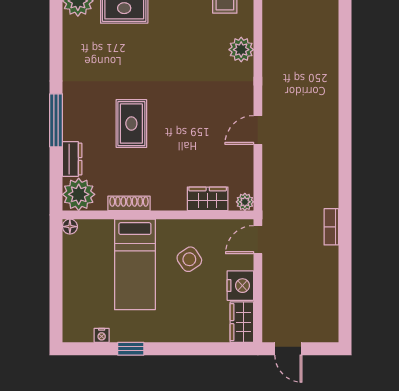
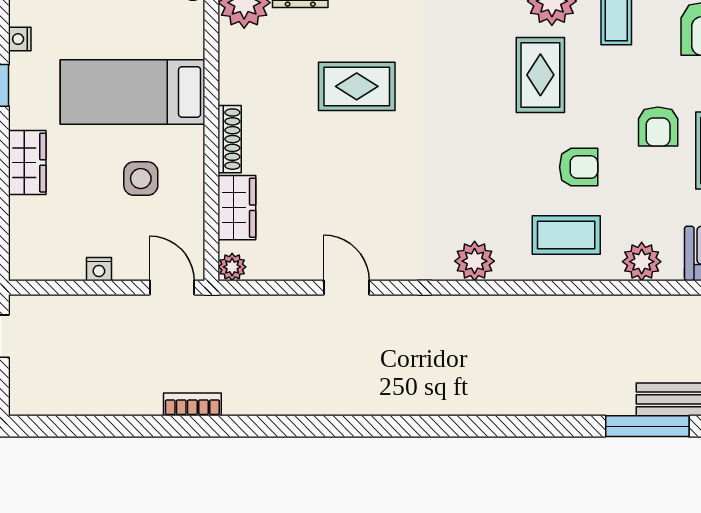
shoe rack: (129, 203) -> (230, 139), moved
side table: (189, 259) -> (141, 179), turned 34
nightstand: (240, 286) -> (99, 269), width x0.53, depth x0.56
wardrobe: (242, 322) -> (27, 163), moved, turned 90

